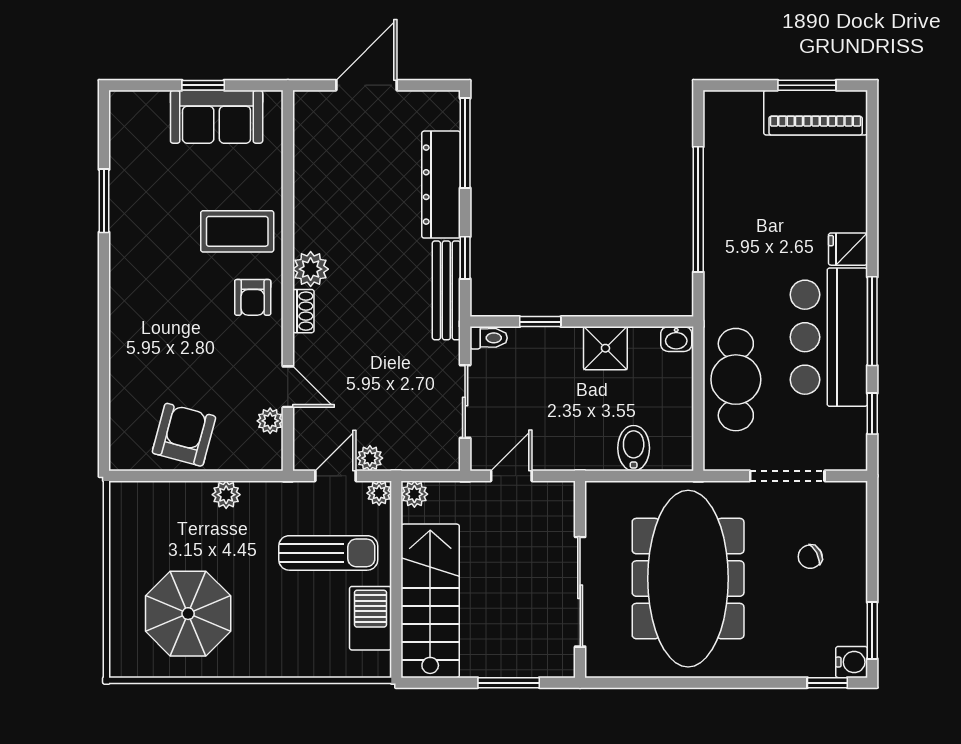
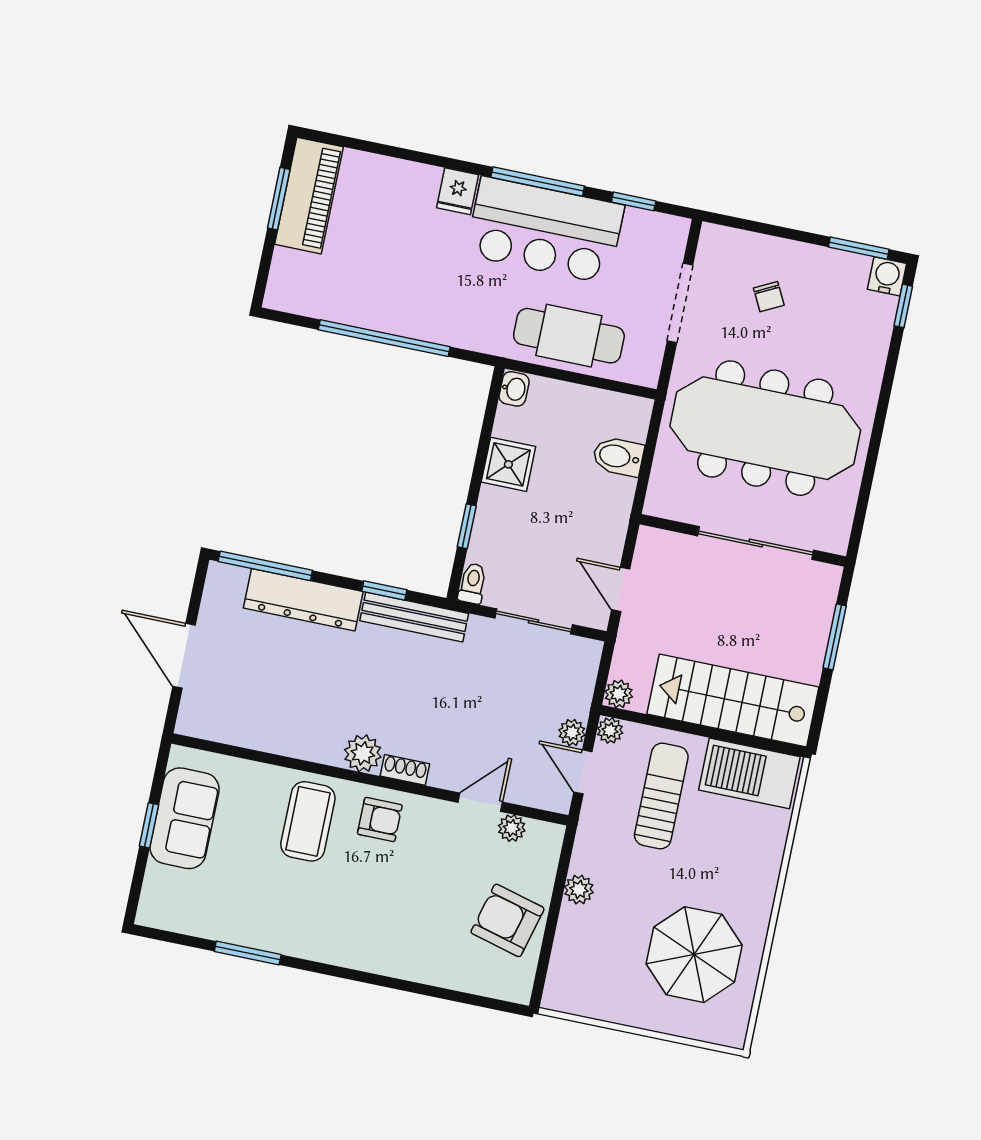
barbecue: (370, 618) -> (749, 773), width x1.37, depth x1.21

